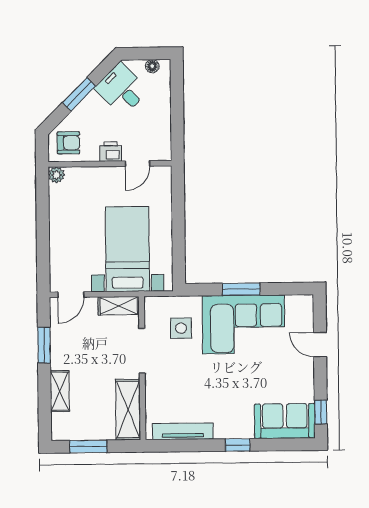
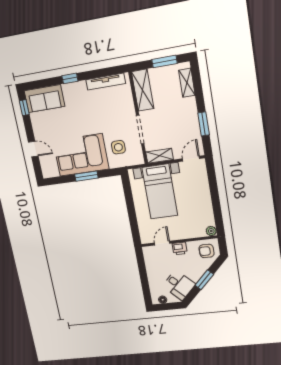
shelving: (60, 391) -> (187, 83), moved

